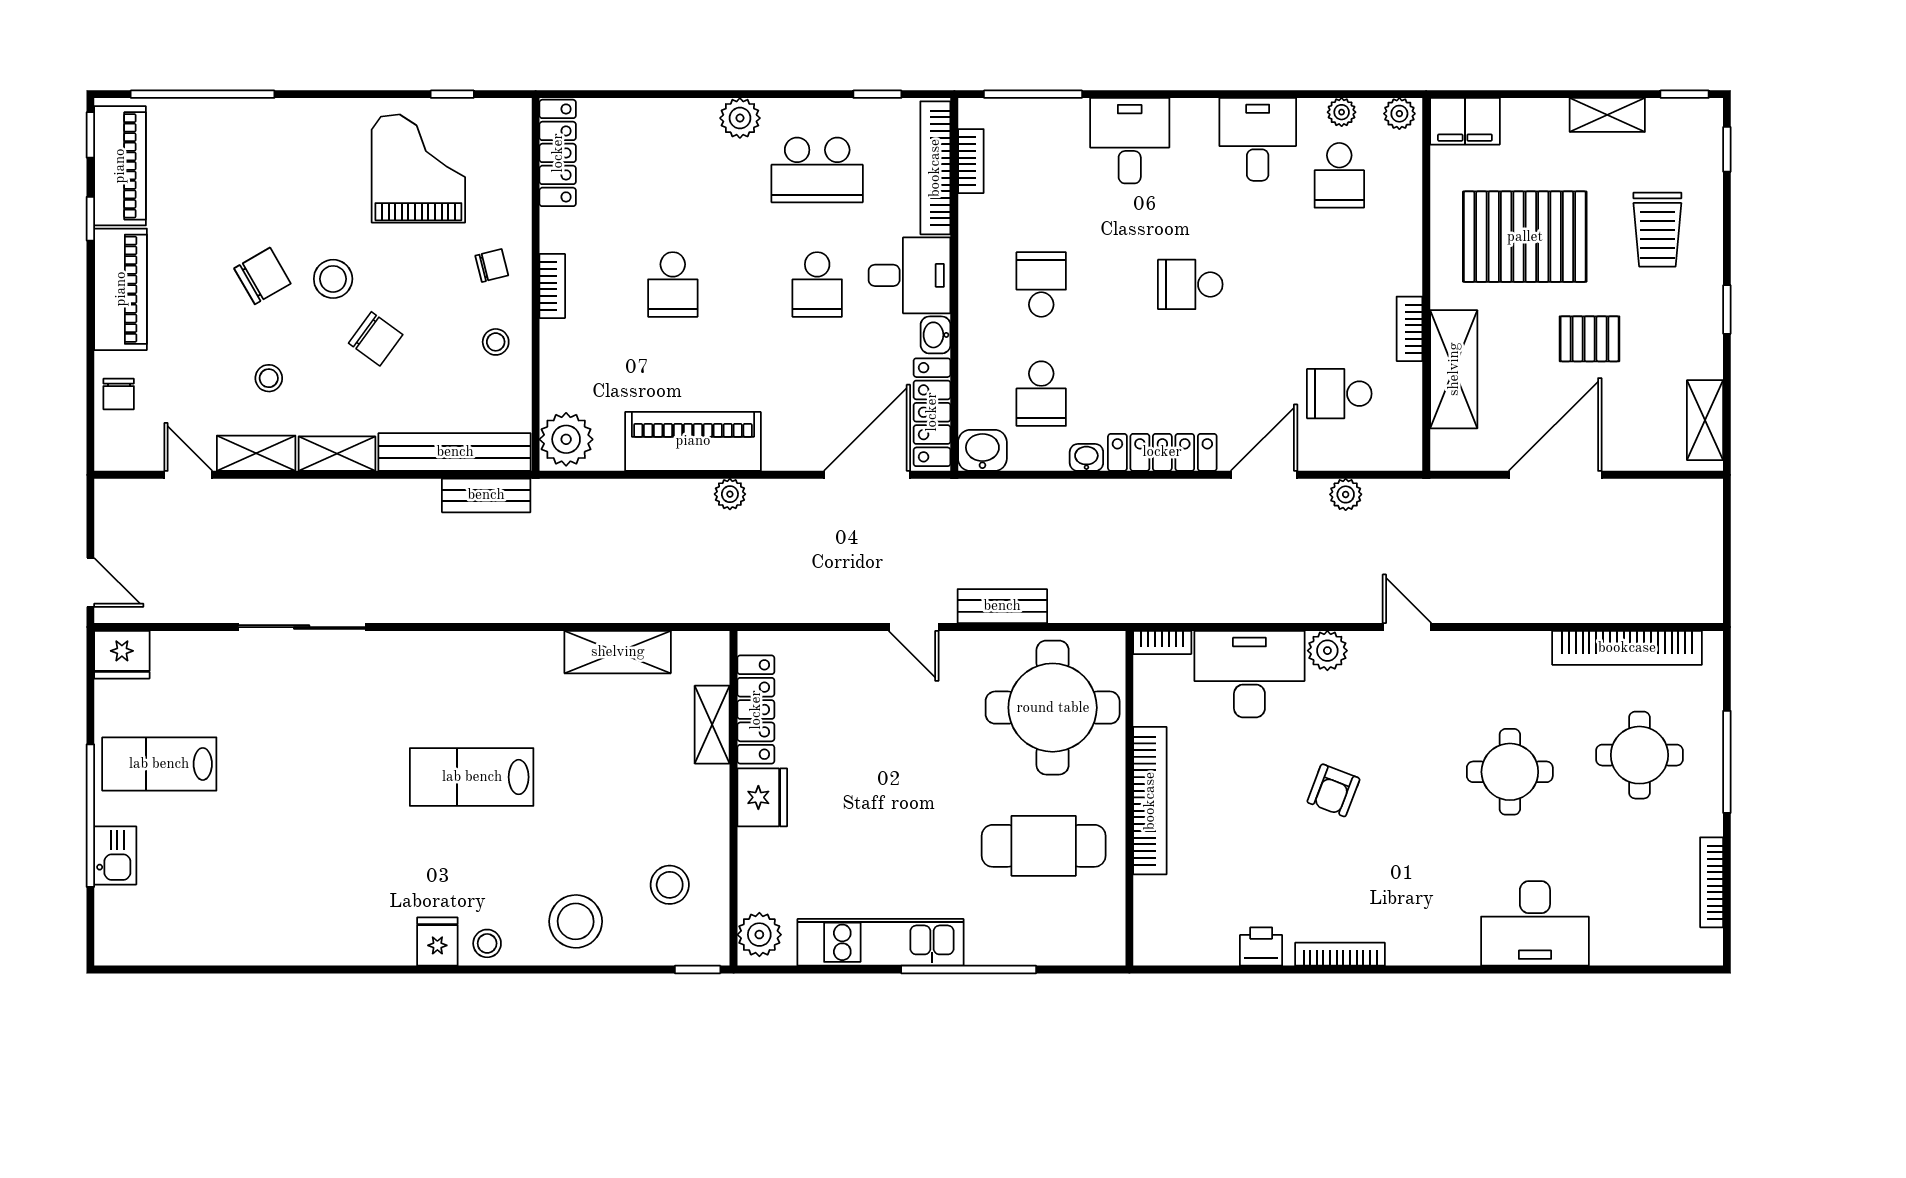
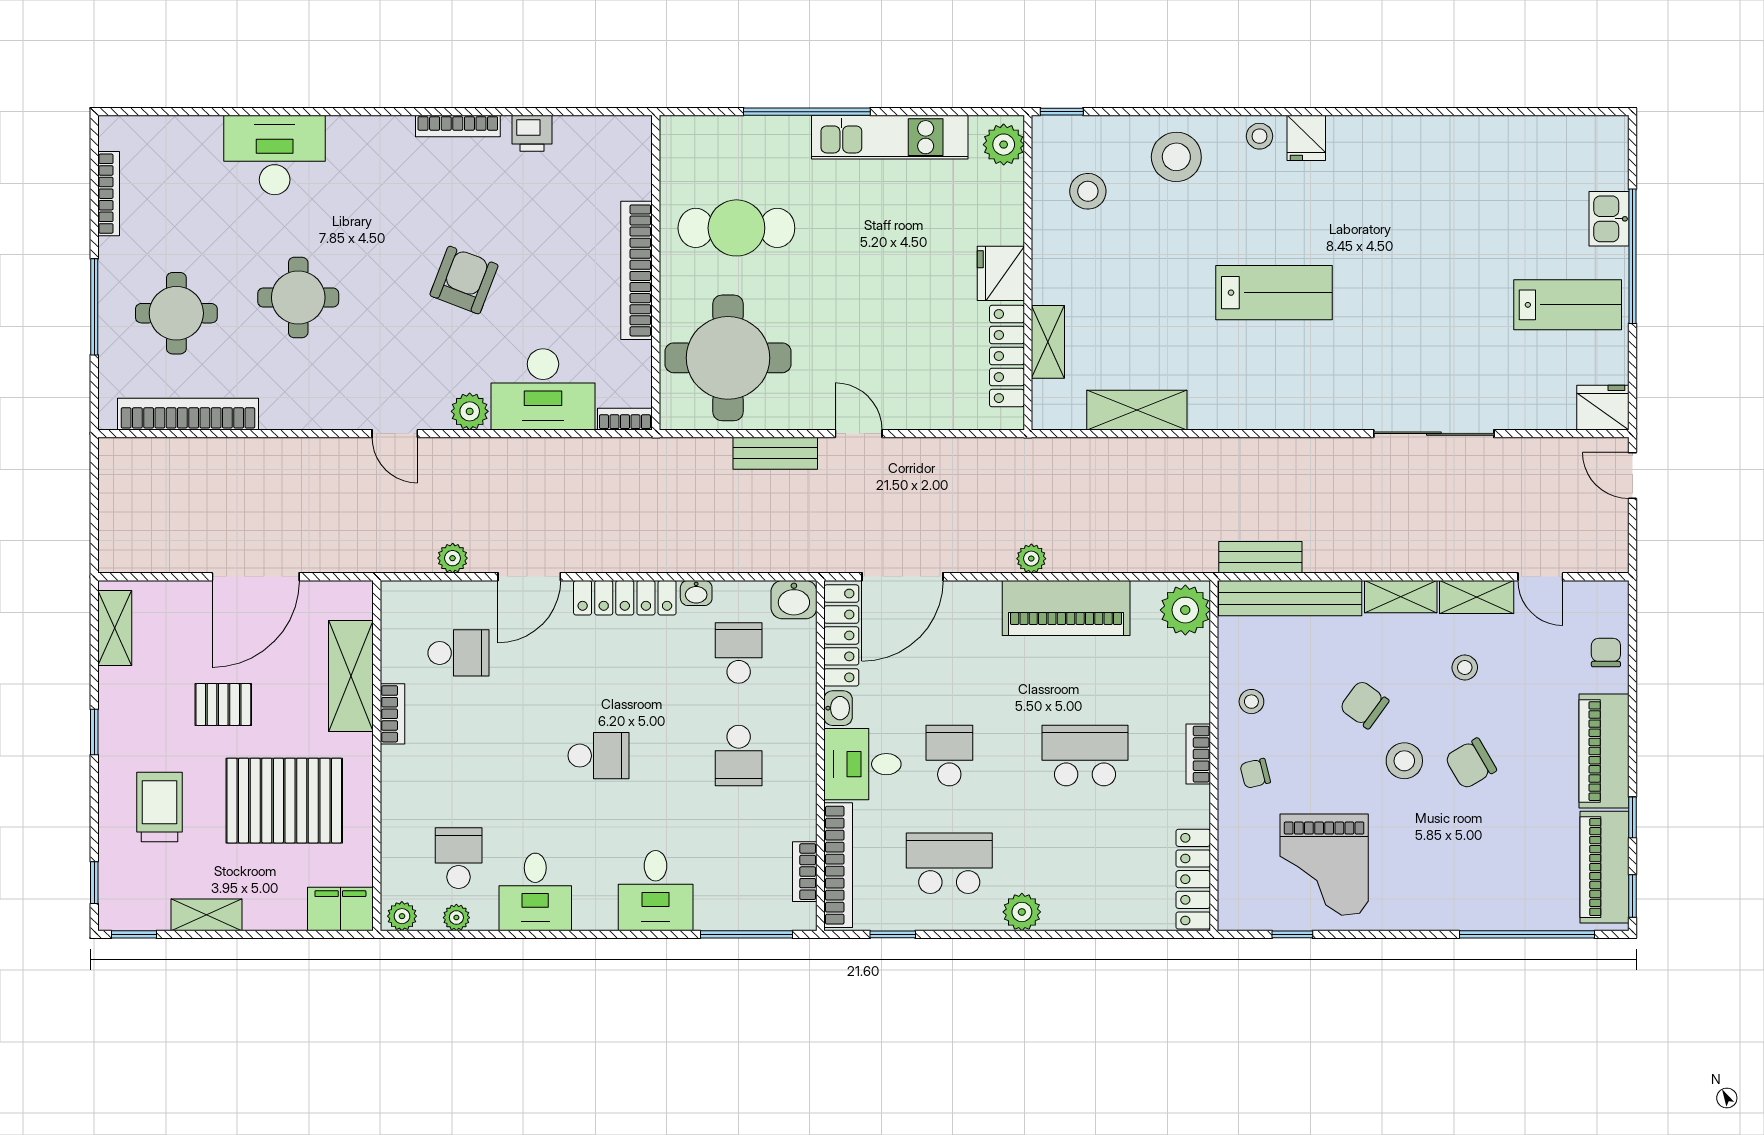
school desk: (673, 284) -> (1085, 756), width x1.85
armchair: (1333, 790) -> (464, 280), width x1.38, depth x1.38

